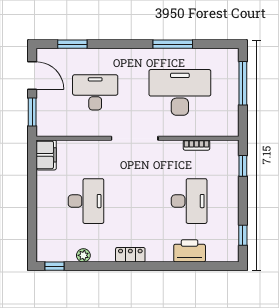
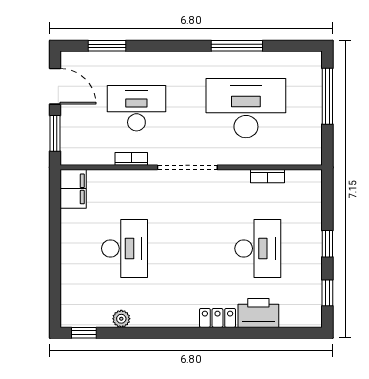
bookcase: (91, 132) -> (131, 159), added
window: (243, 166) -> (327, 244), moved
locker: (130, 255) -> (217, 318), moved

